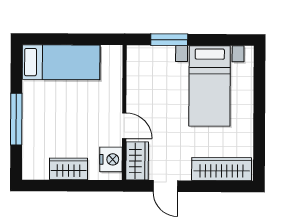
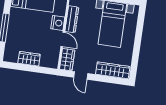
dresser: (136, 87) -> (72, 19), added
nightstand: (111, 159) -> (58, 23), moved

